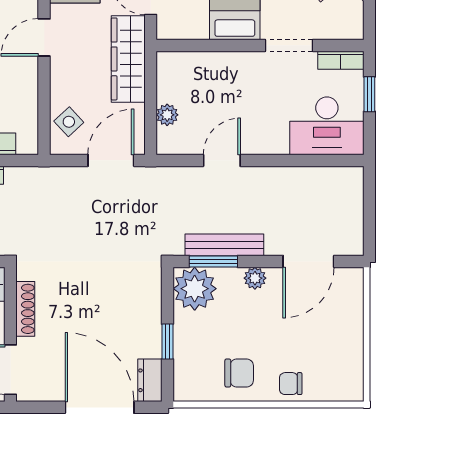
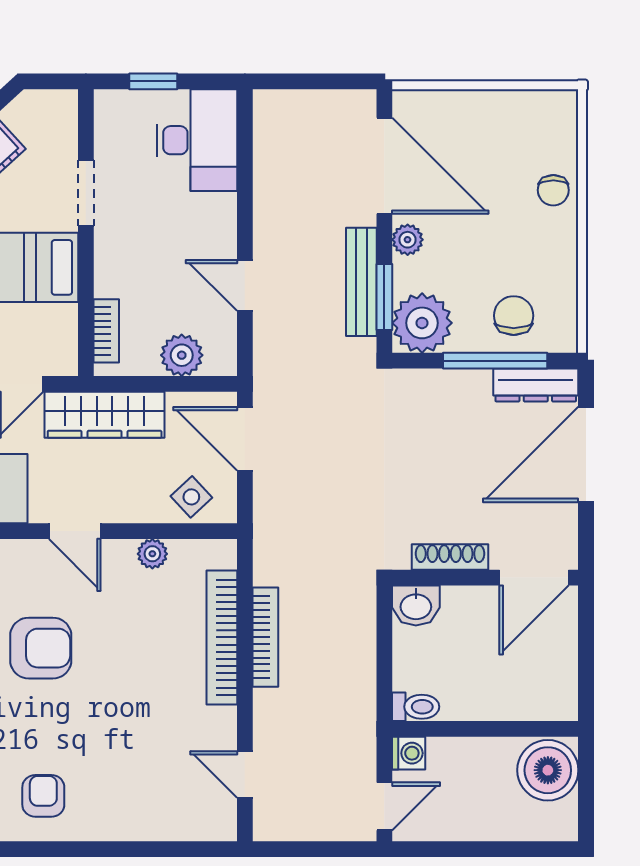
bookcase: (341, 60) -> (106, 331), moved
plant: (28, 94) -> (152, 554), added
plant: (167, 115) -> (182, 355), width x1.38, depth x1.38
door: (308, 261) -> (384, 166), width x1.36
window: (167, 341) -> (495, 361), width x2.17
chair: (239, 373) -> (514, 316), moved
dresser: (150, 380) -> (536, 385), width x1.44

